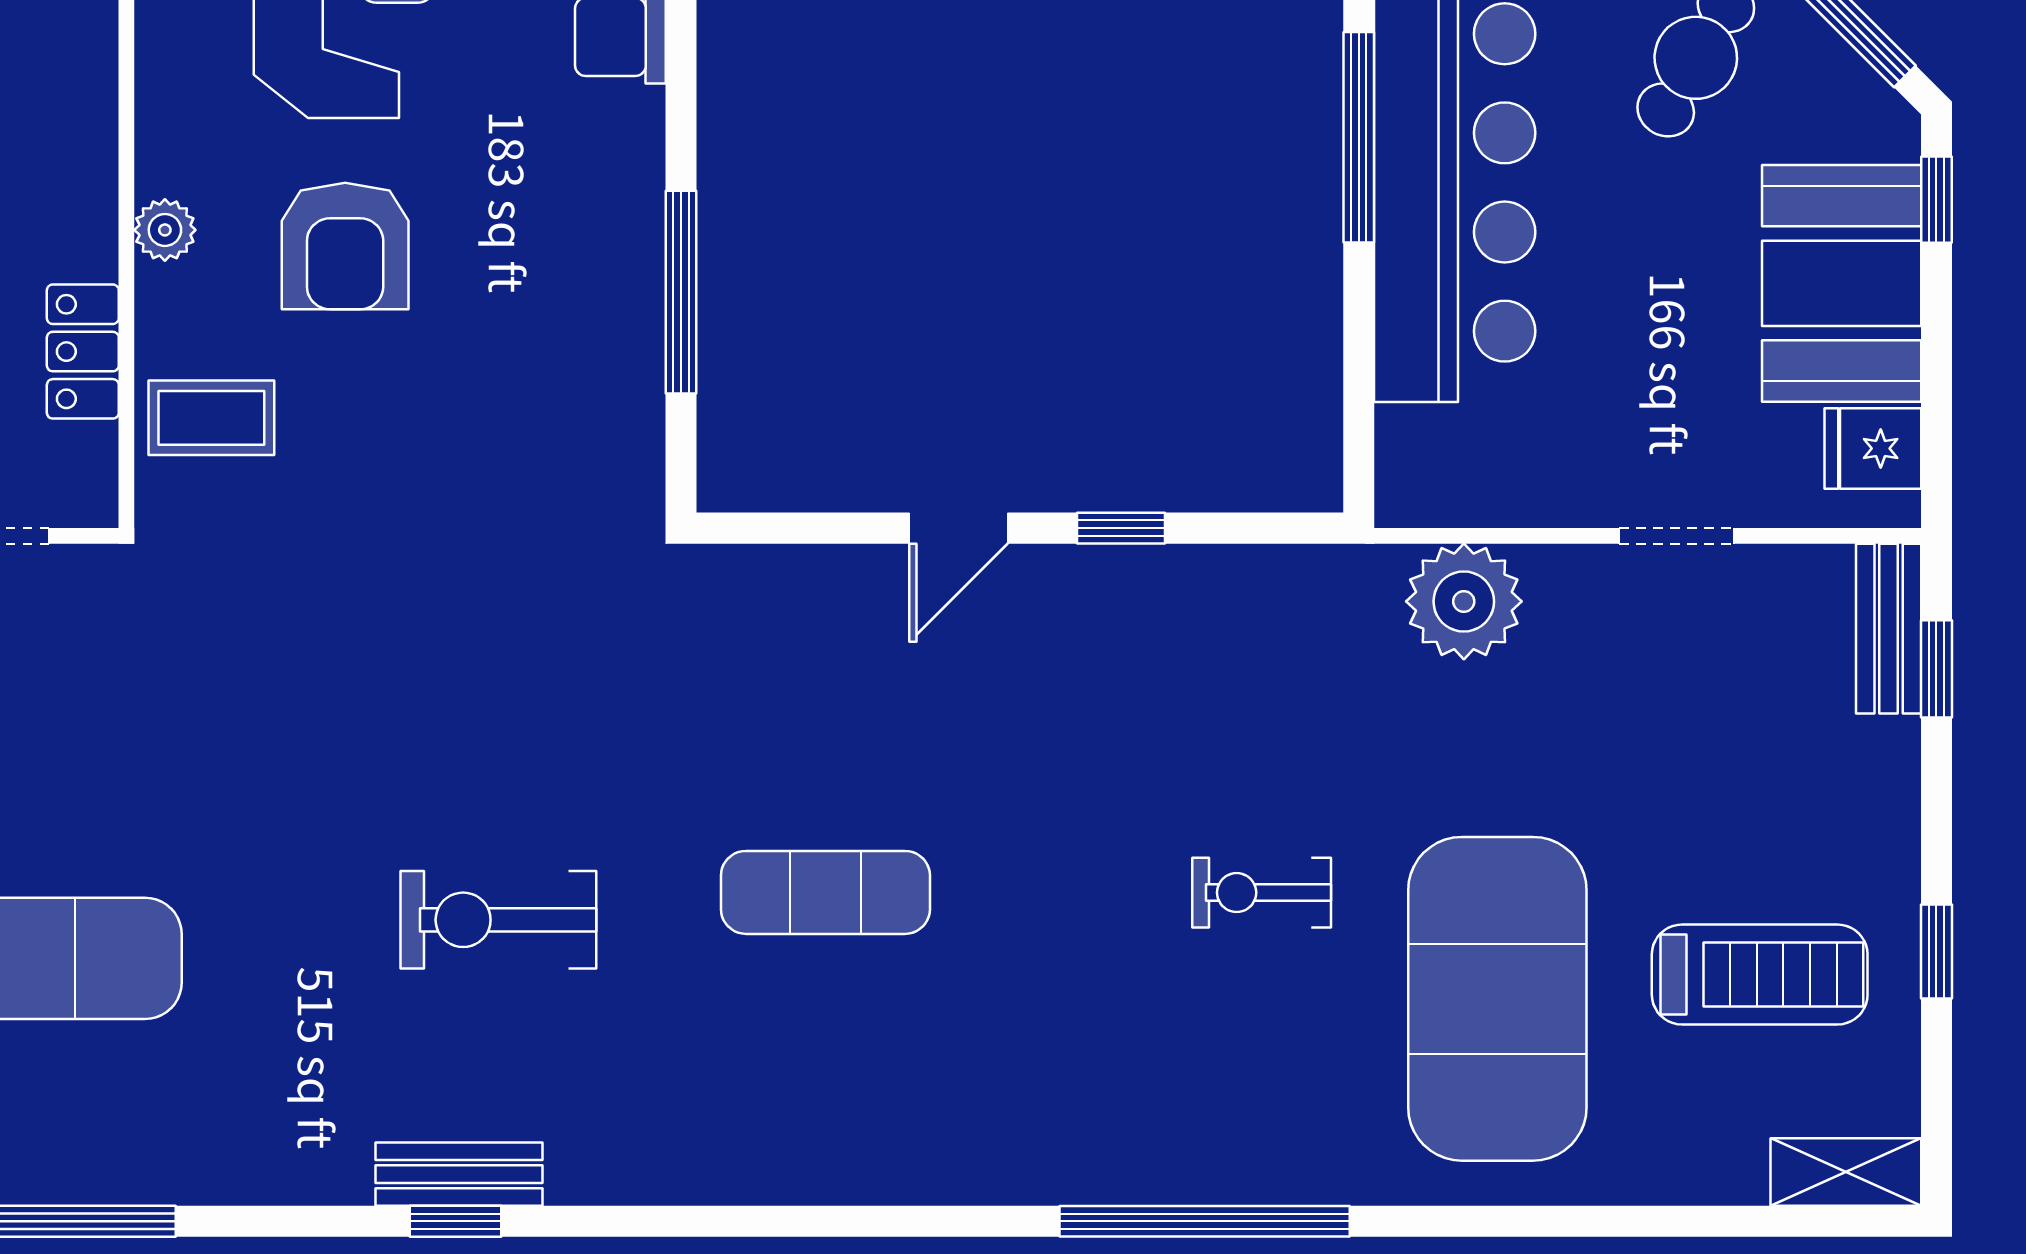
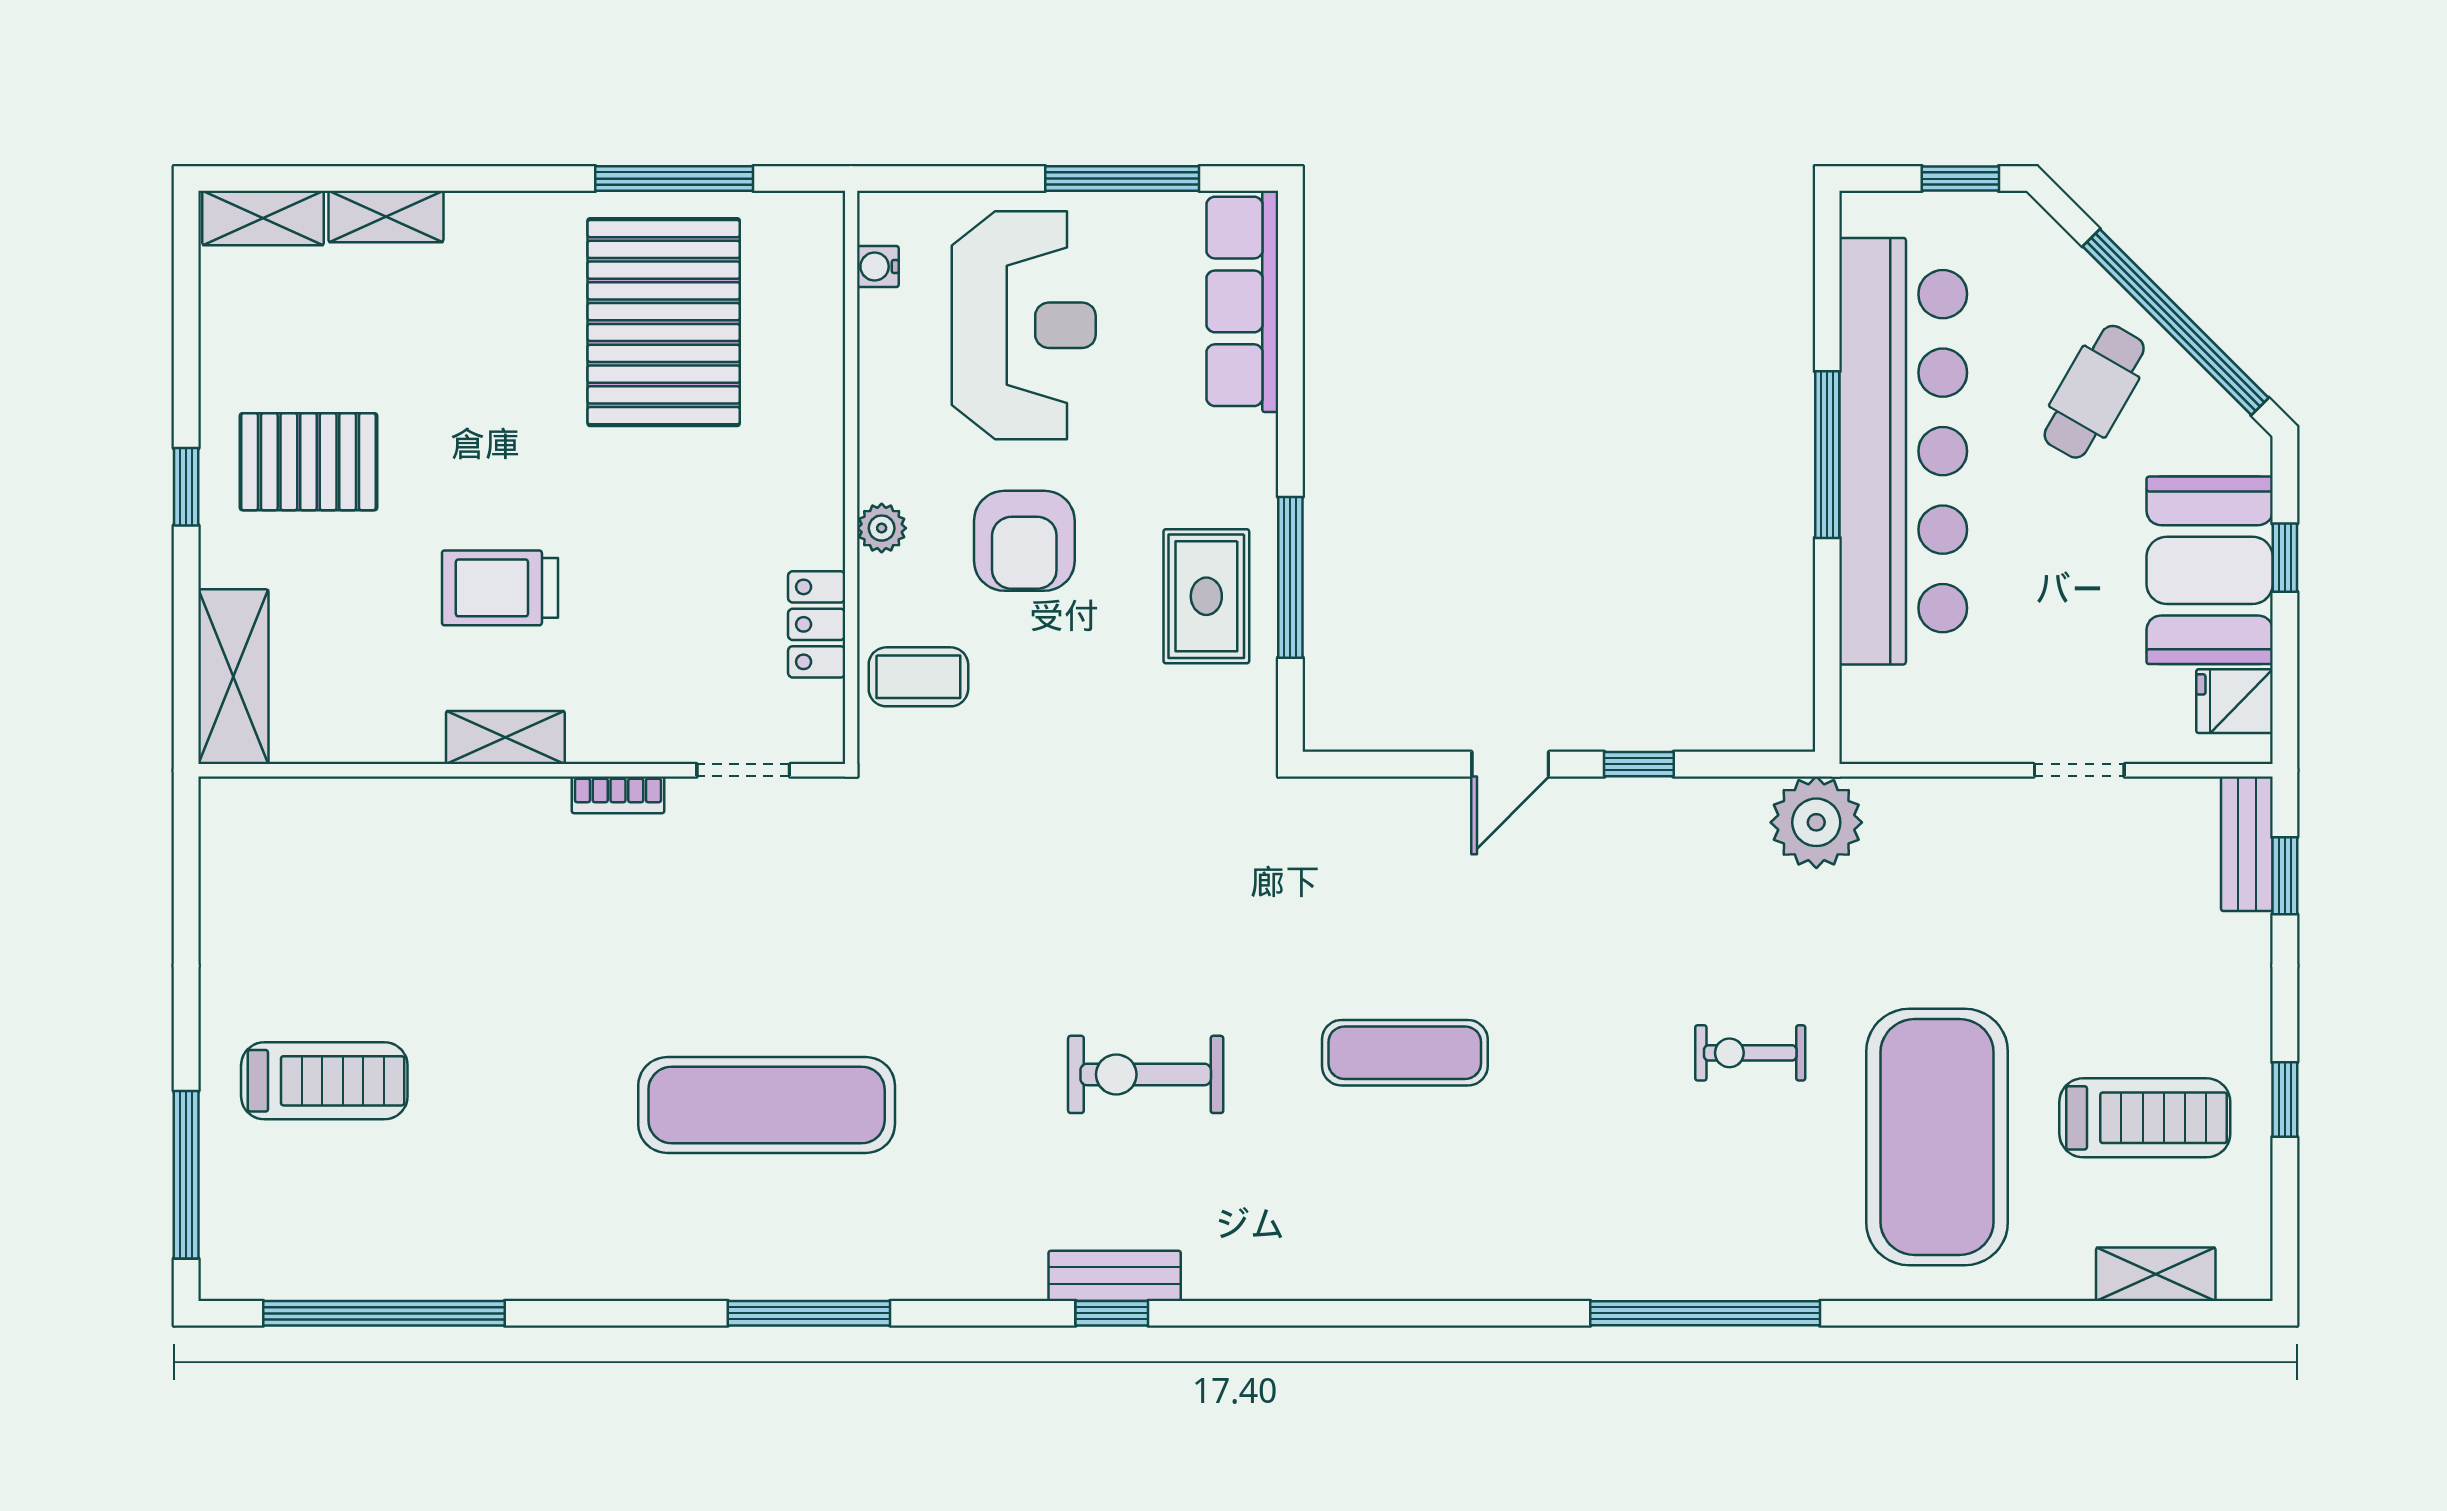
window: (1936, 200) -> (2285, 558), moved
rug: (575, 316) -> (1206, 596), added
plant: (1464, 601) -> (1816, 822), moved
shelving: (1846, 1172) -> (2156, 1274), moved

